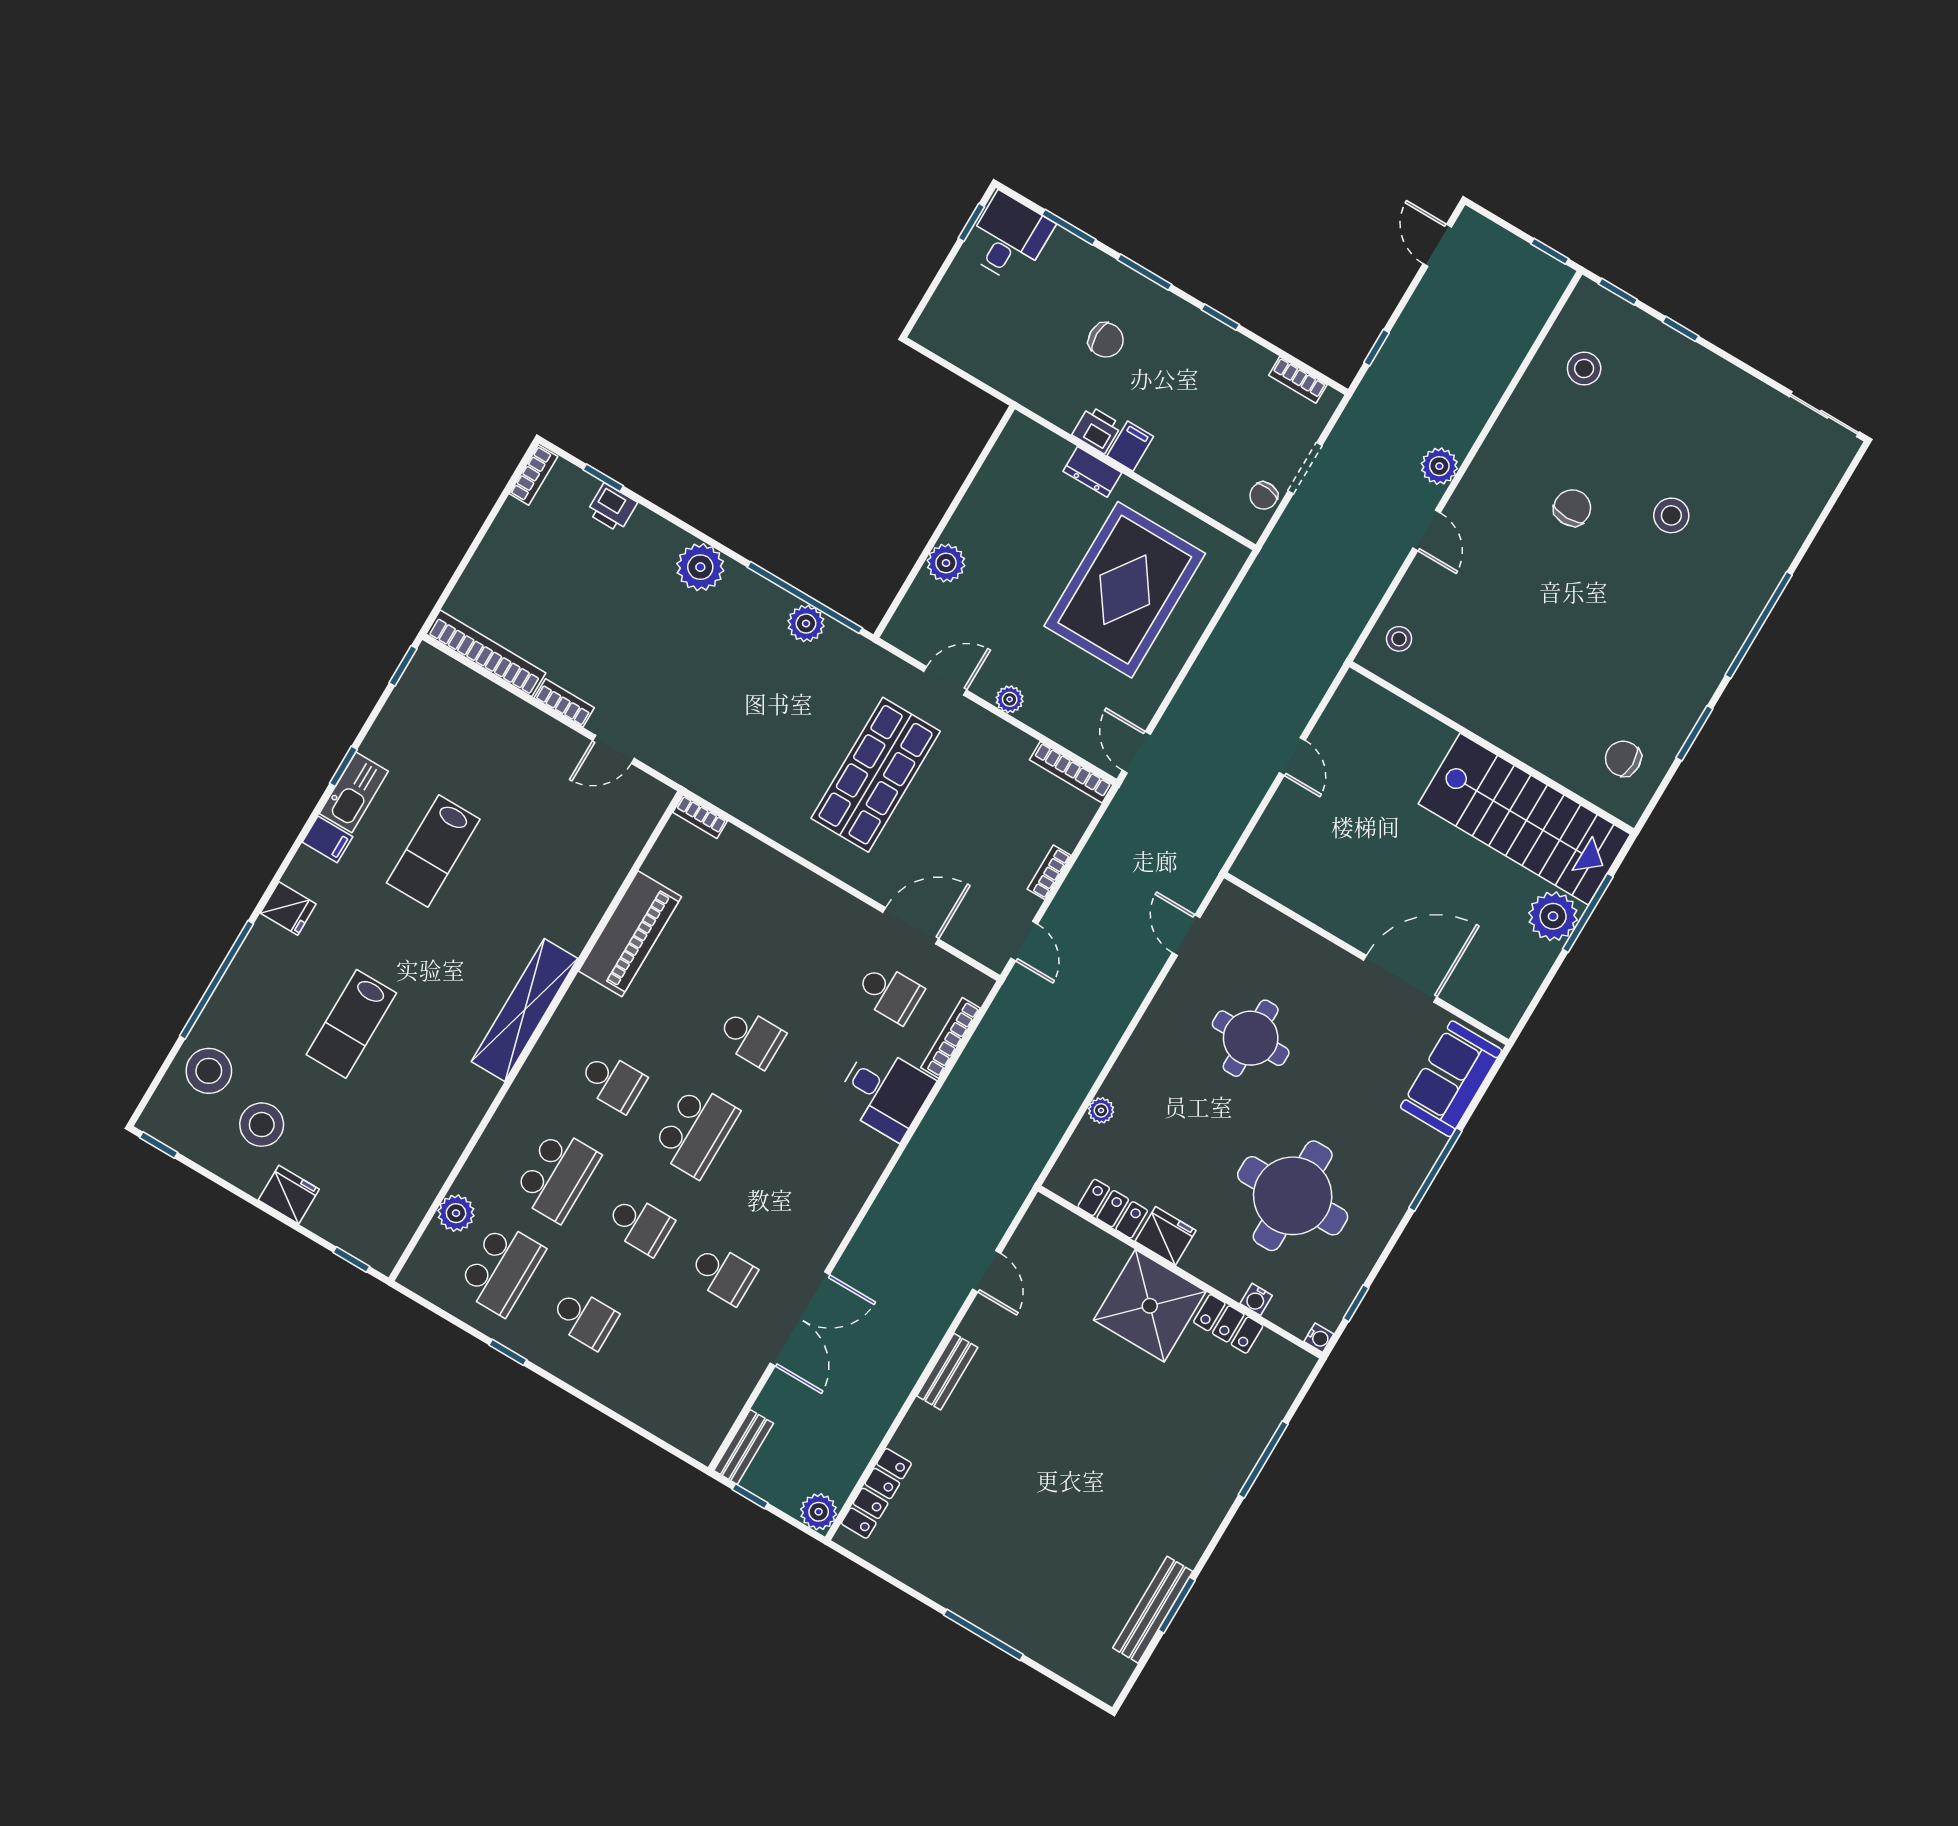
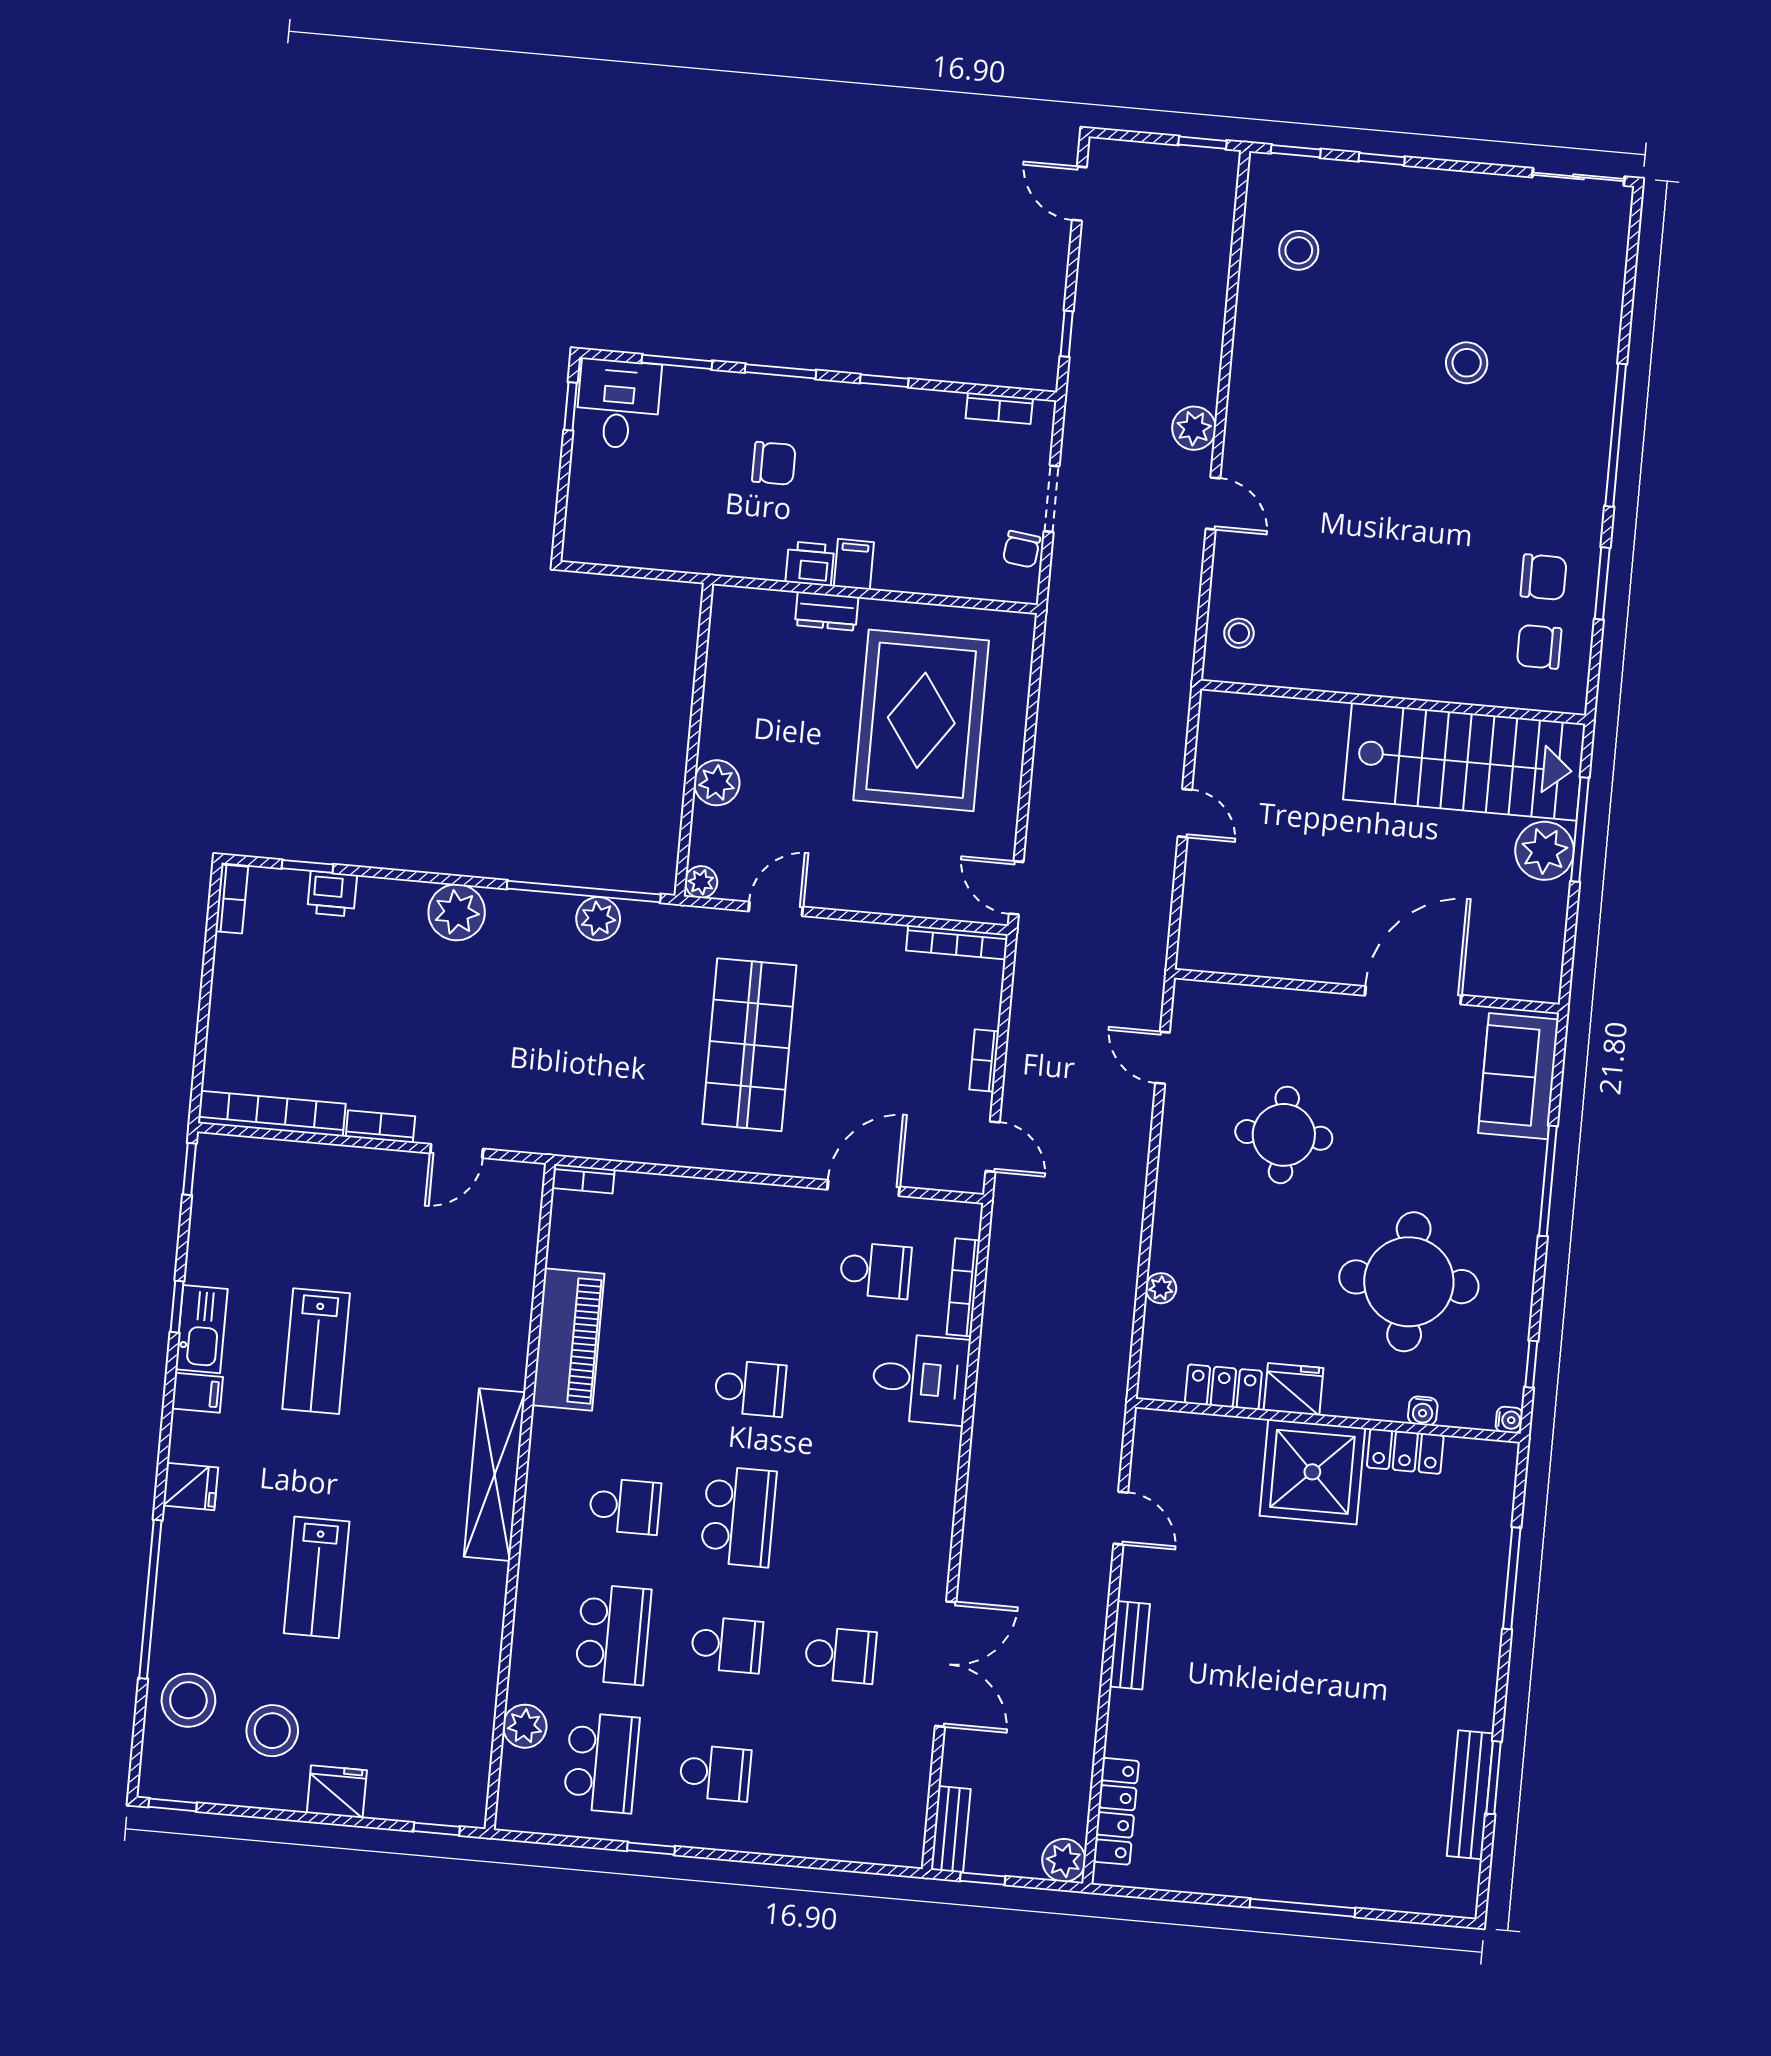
chair: (1572, 508) -> (1544, 577), moved, turned 90
plant: (1010, 699) -> (701, 882), moved

